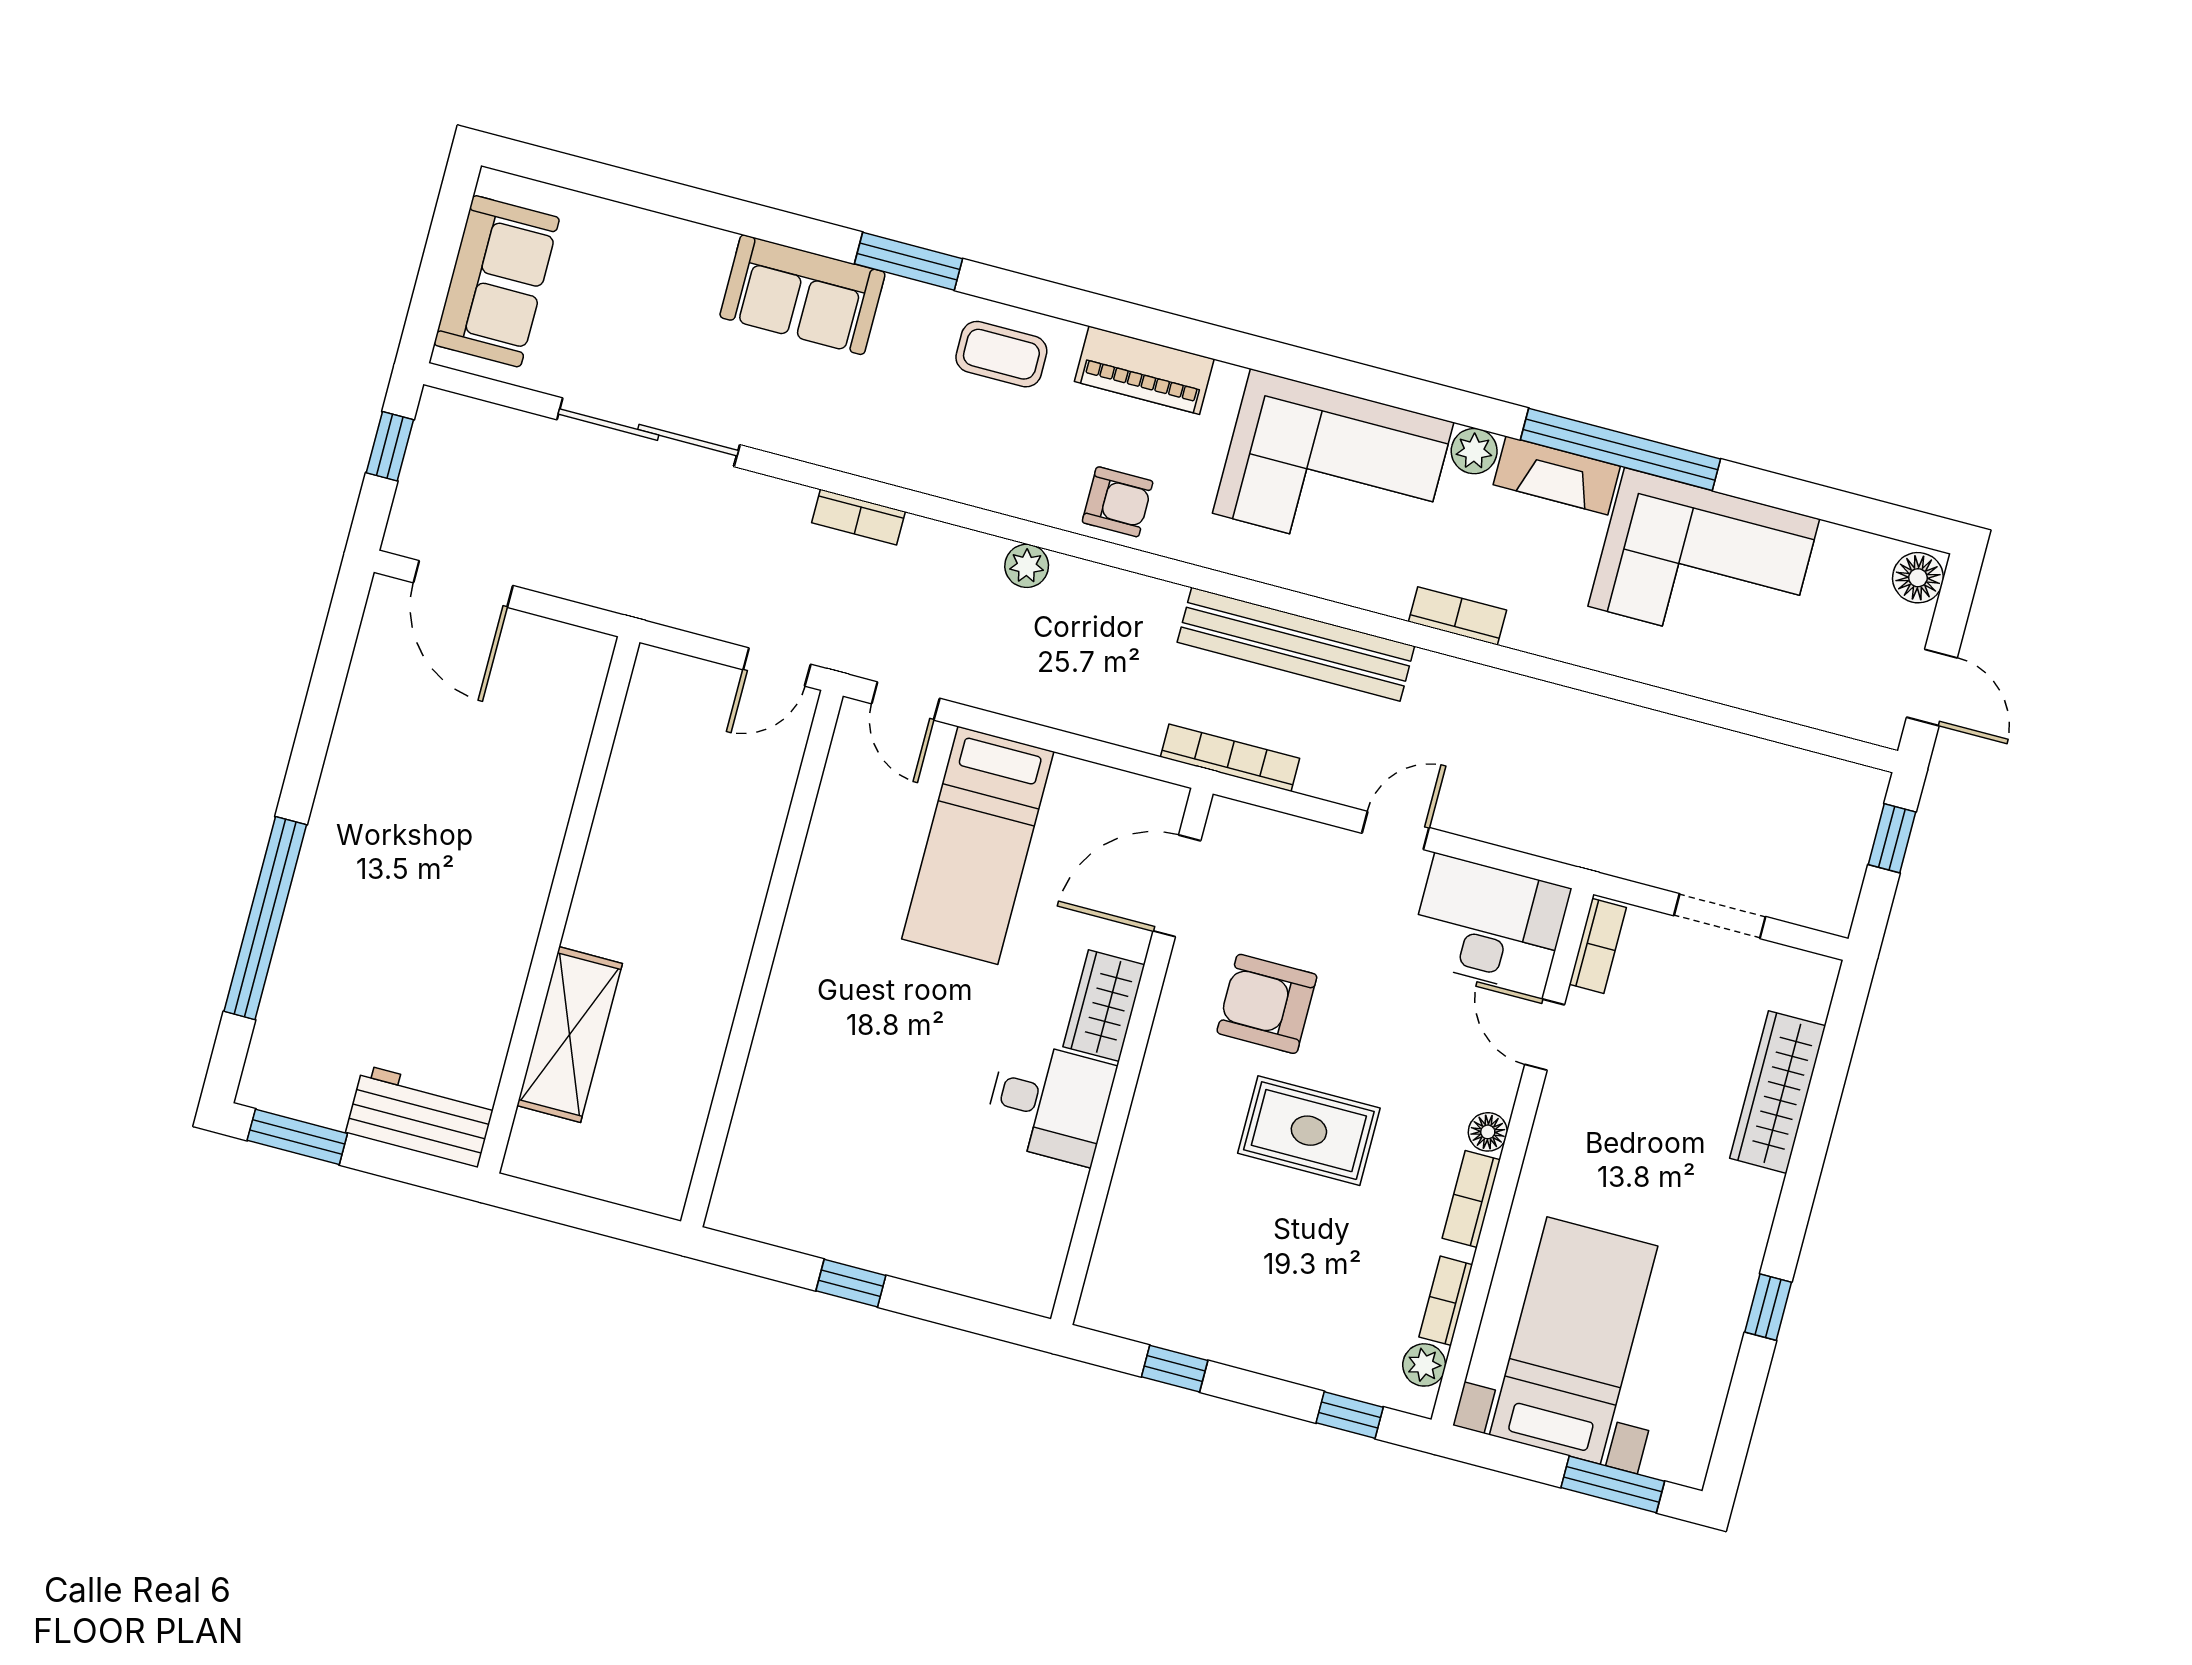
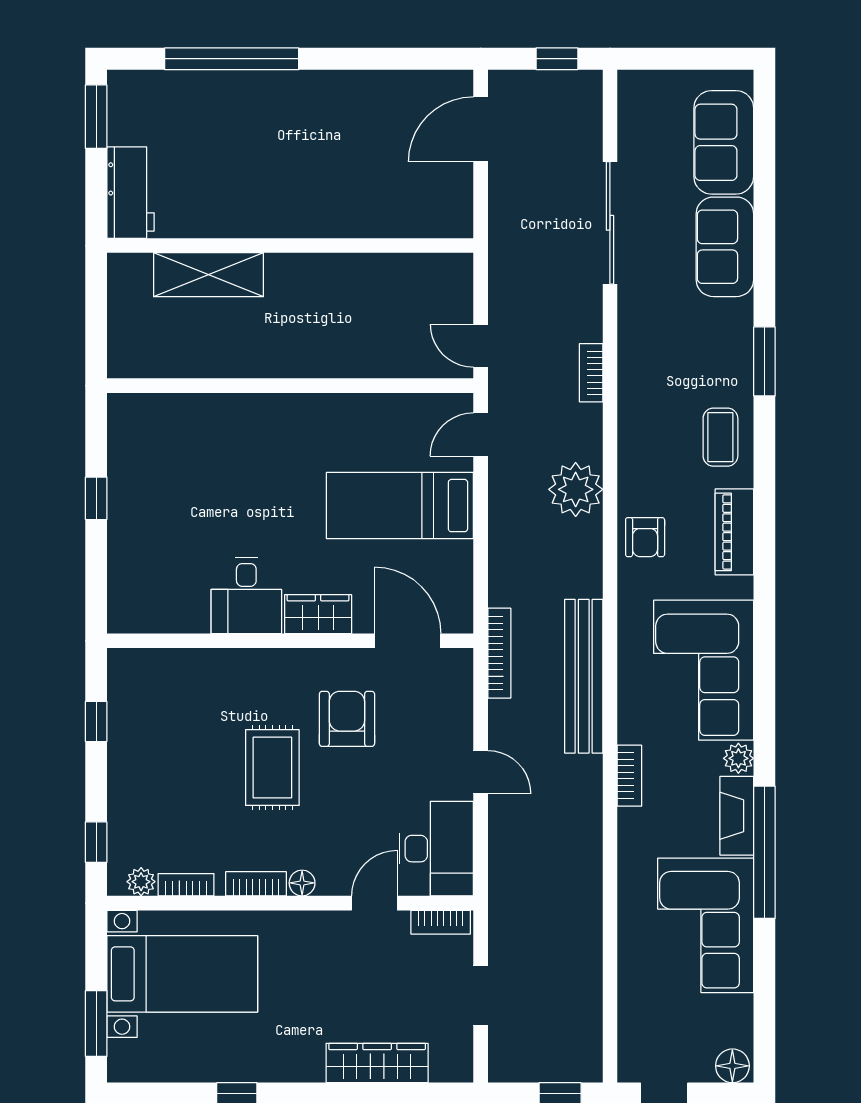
sofa: (497, 281) -> (724, 142), moved, turned 90
sofa: (802, 295) -> (725, 247), moved
plant: (1027, 566) -> (576, 489), width x1.87, depth x1.87

